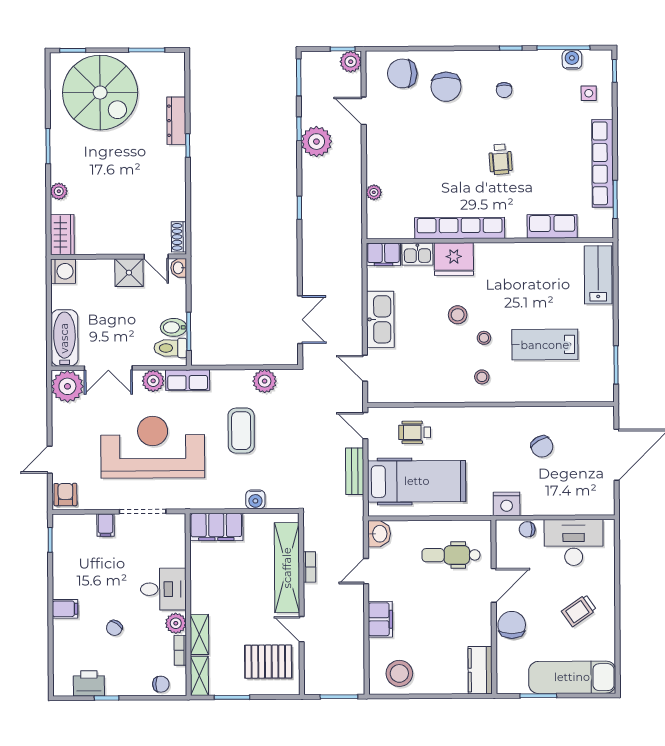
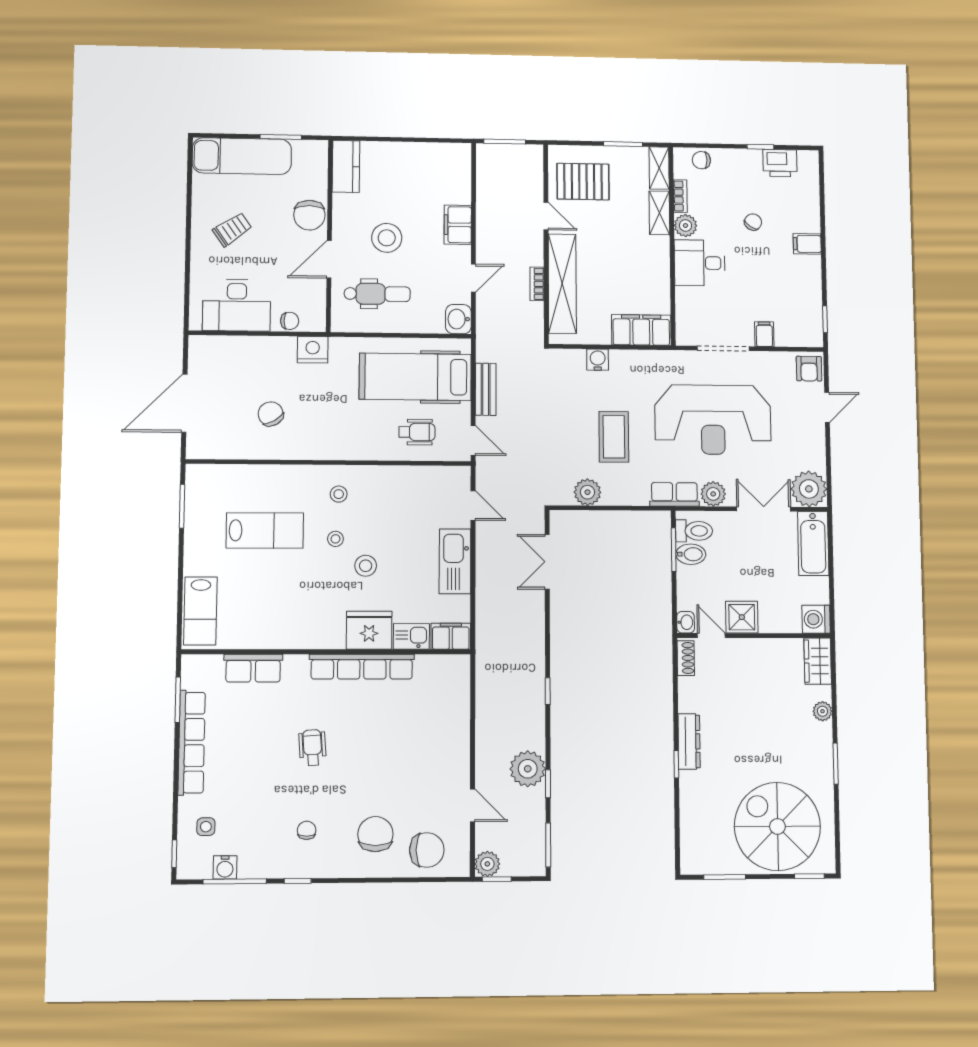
dresser: (176, 121) -> (689, 741), moved
plant: (374, 192) -> (461, 709), removed
stool: (399, 673) -> (387, 238), moved

